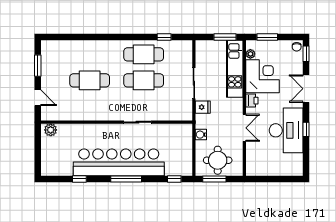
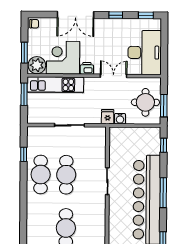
plant: (250, 54) -> (37, 65), width x1.88, depth x1.88
window: (306, 54) -> (146, 15), moved
double door: (306, 89) -> (75, 15), width x1.37
fridge: (203, 107) -> (108, 117), moved
desk: (286, 130) -> (145, 53), moved, turned 90

